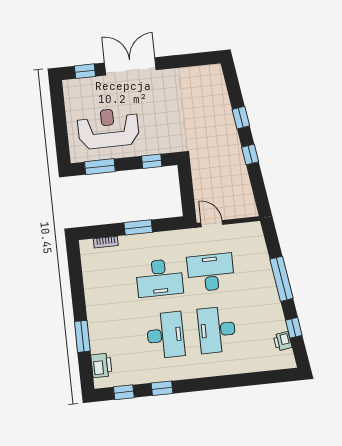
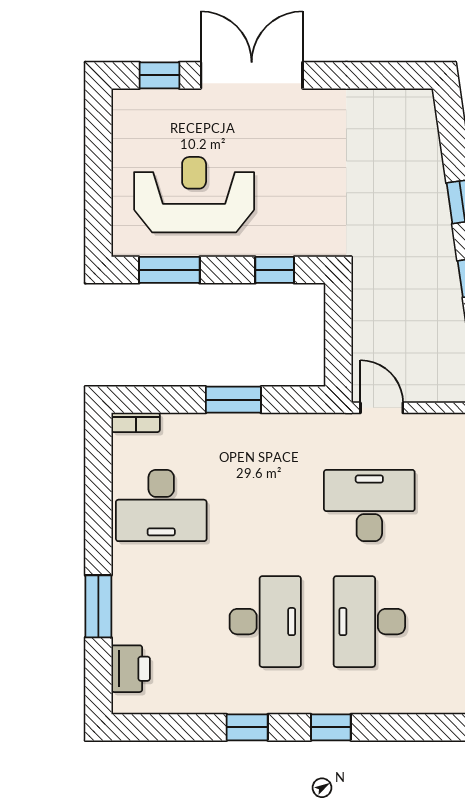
bookcase: (106, 242) -> (136, 422), moved
desk: (159, 278) -> (161, 505), moved
window: (124, 392) -> (331, 727), moved

